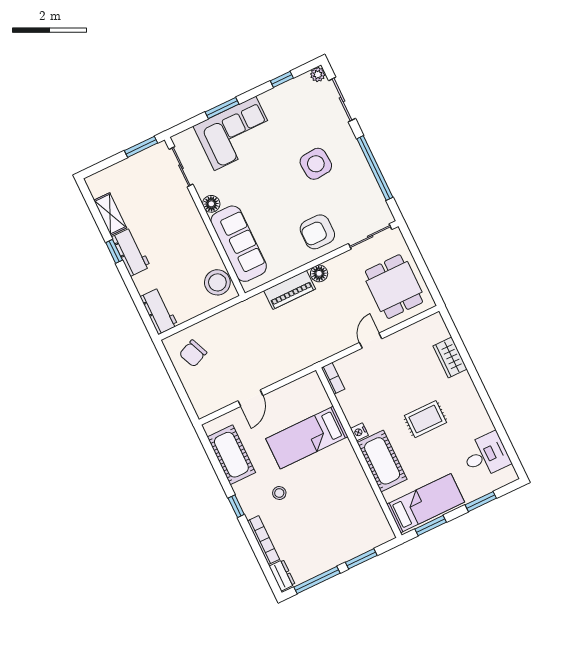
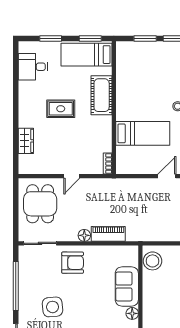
sofa: (239, 244) -> (127, 286), width x0.73
nightstand: (359, 432) -> (107, 121), removed

